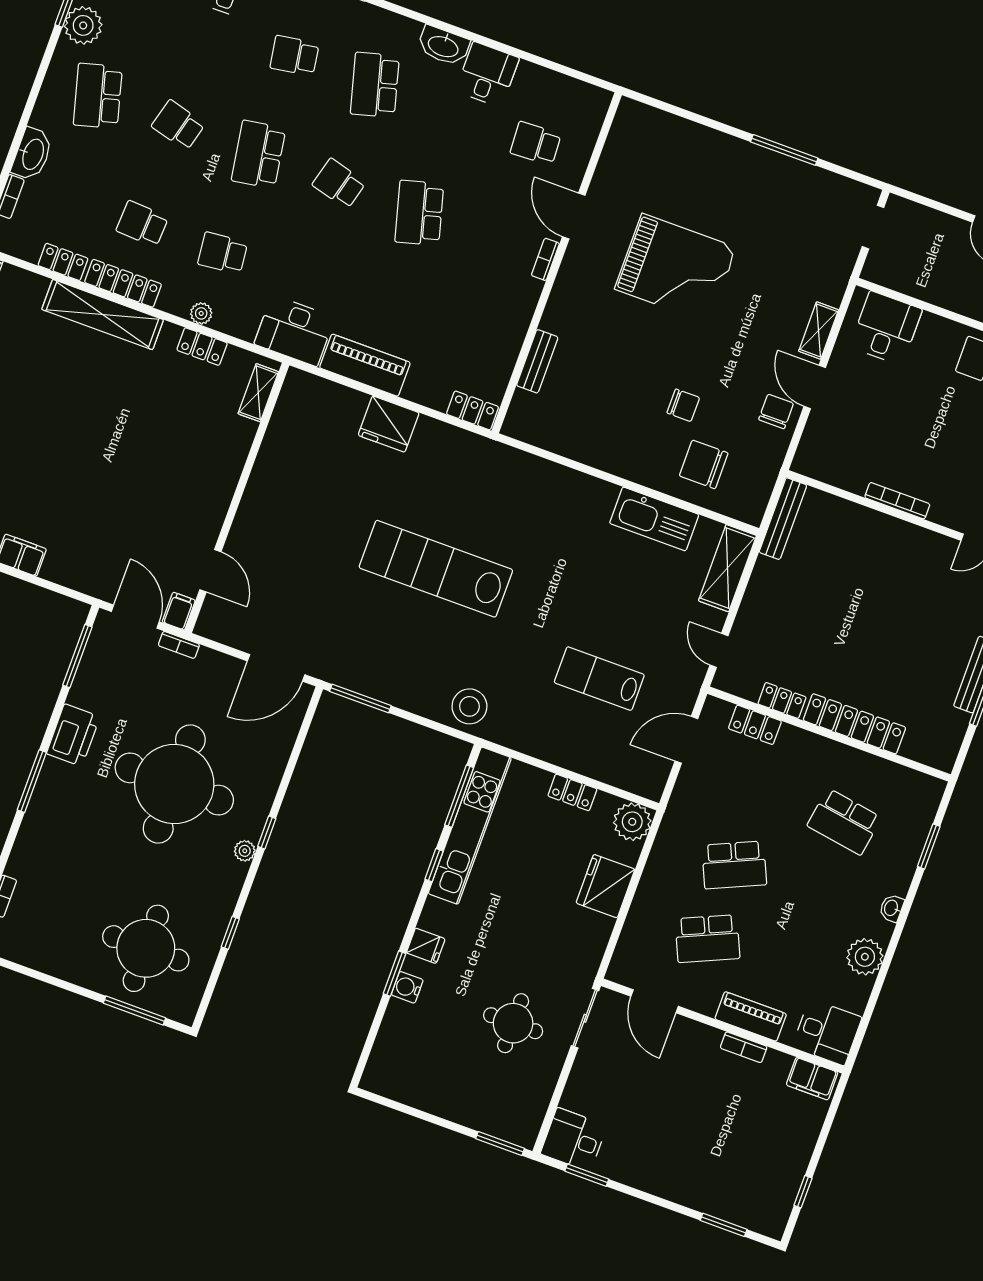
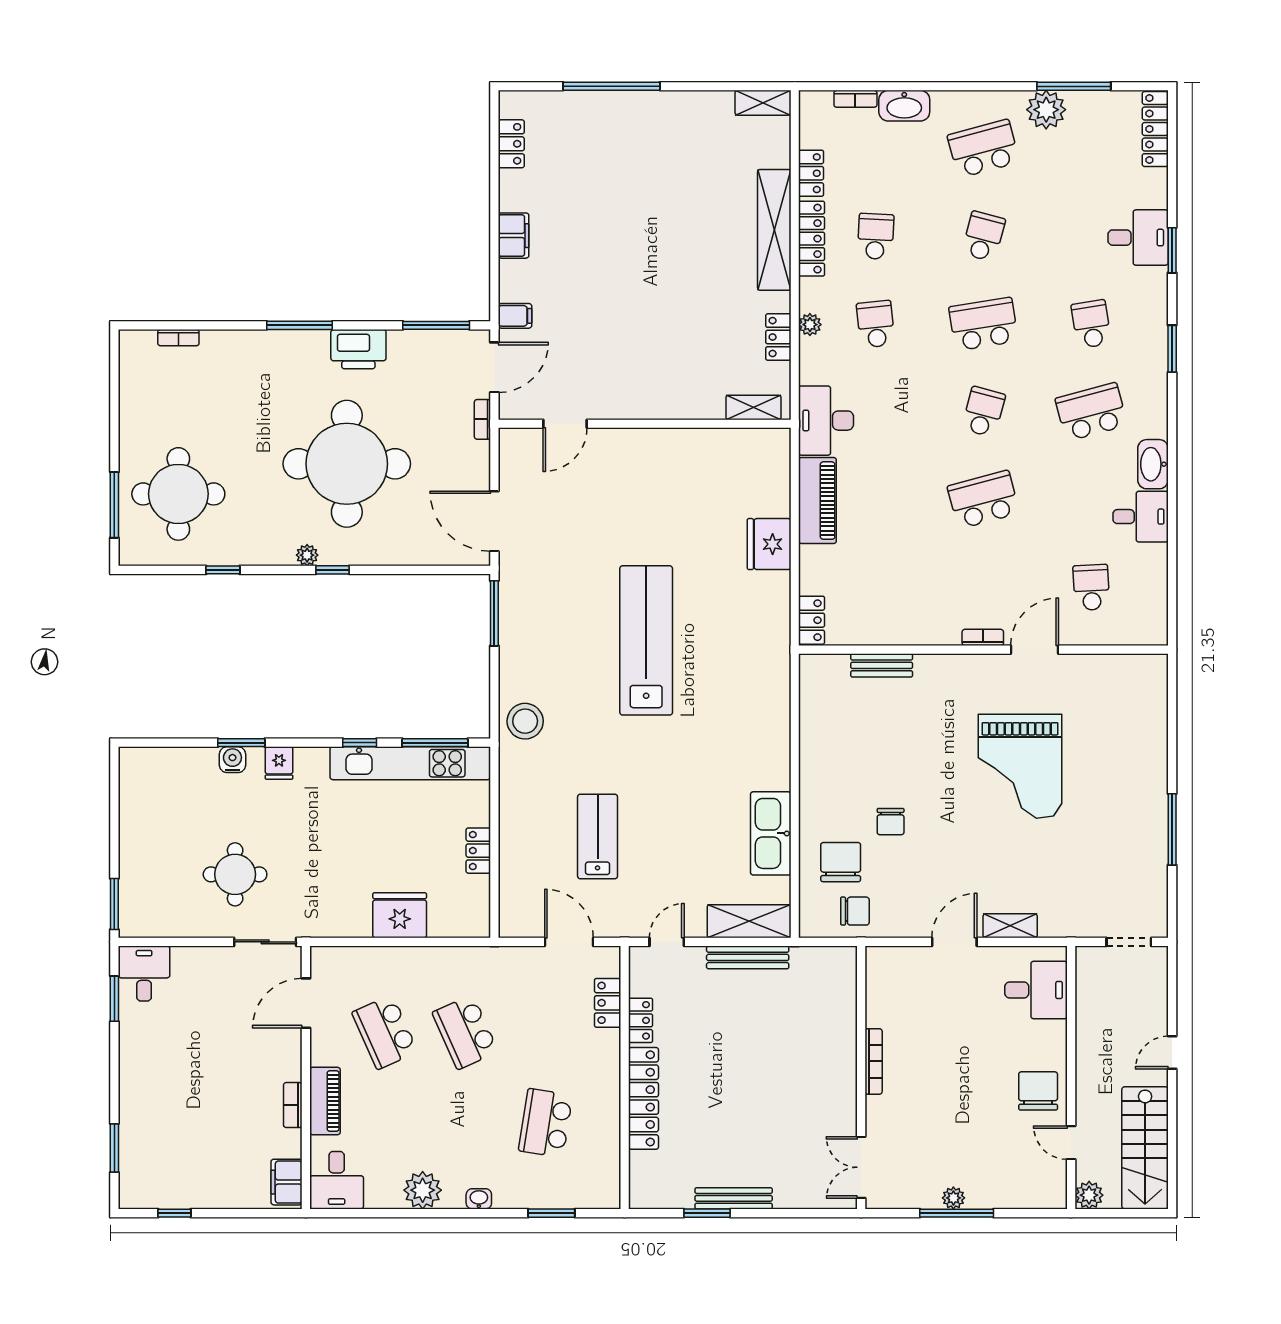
chair: (776, 411) -> (855, 911), moved
bench: (783, 519) -> (748, 957), moved
filing cabinet: (179, 611) -> (515, 316), moved
plant: (632, 822) -> (471, 919), removed

